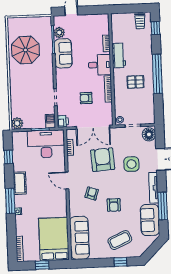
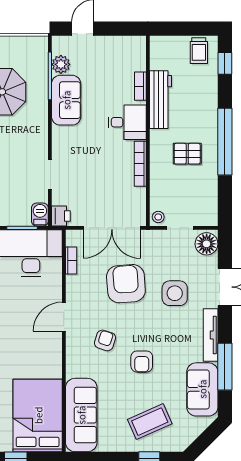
workbench: (119, 55) -> (160, 100), width x1.38
armchair: (86, 98) -> (102, 178), removed
door: (67, 180) -> (64, 317), hinge flipped

